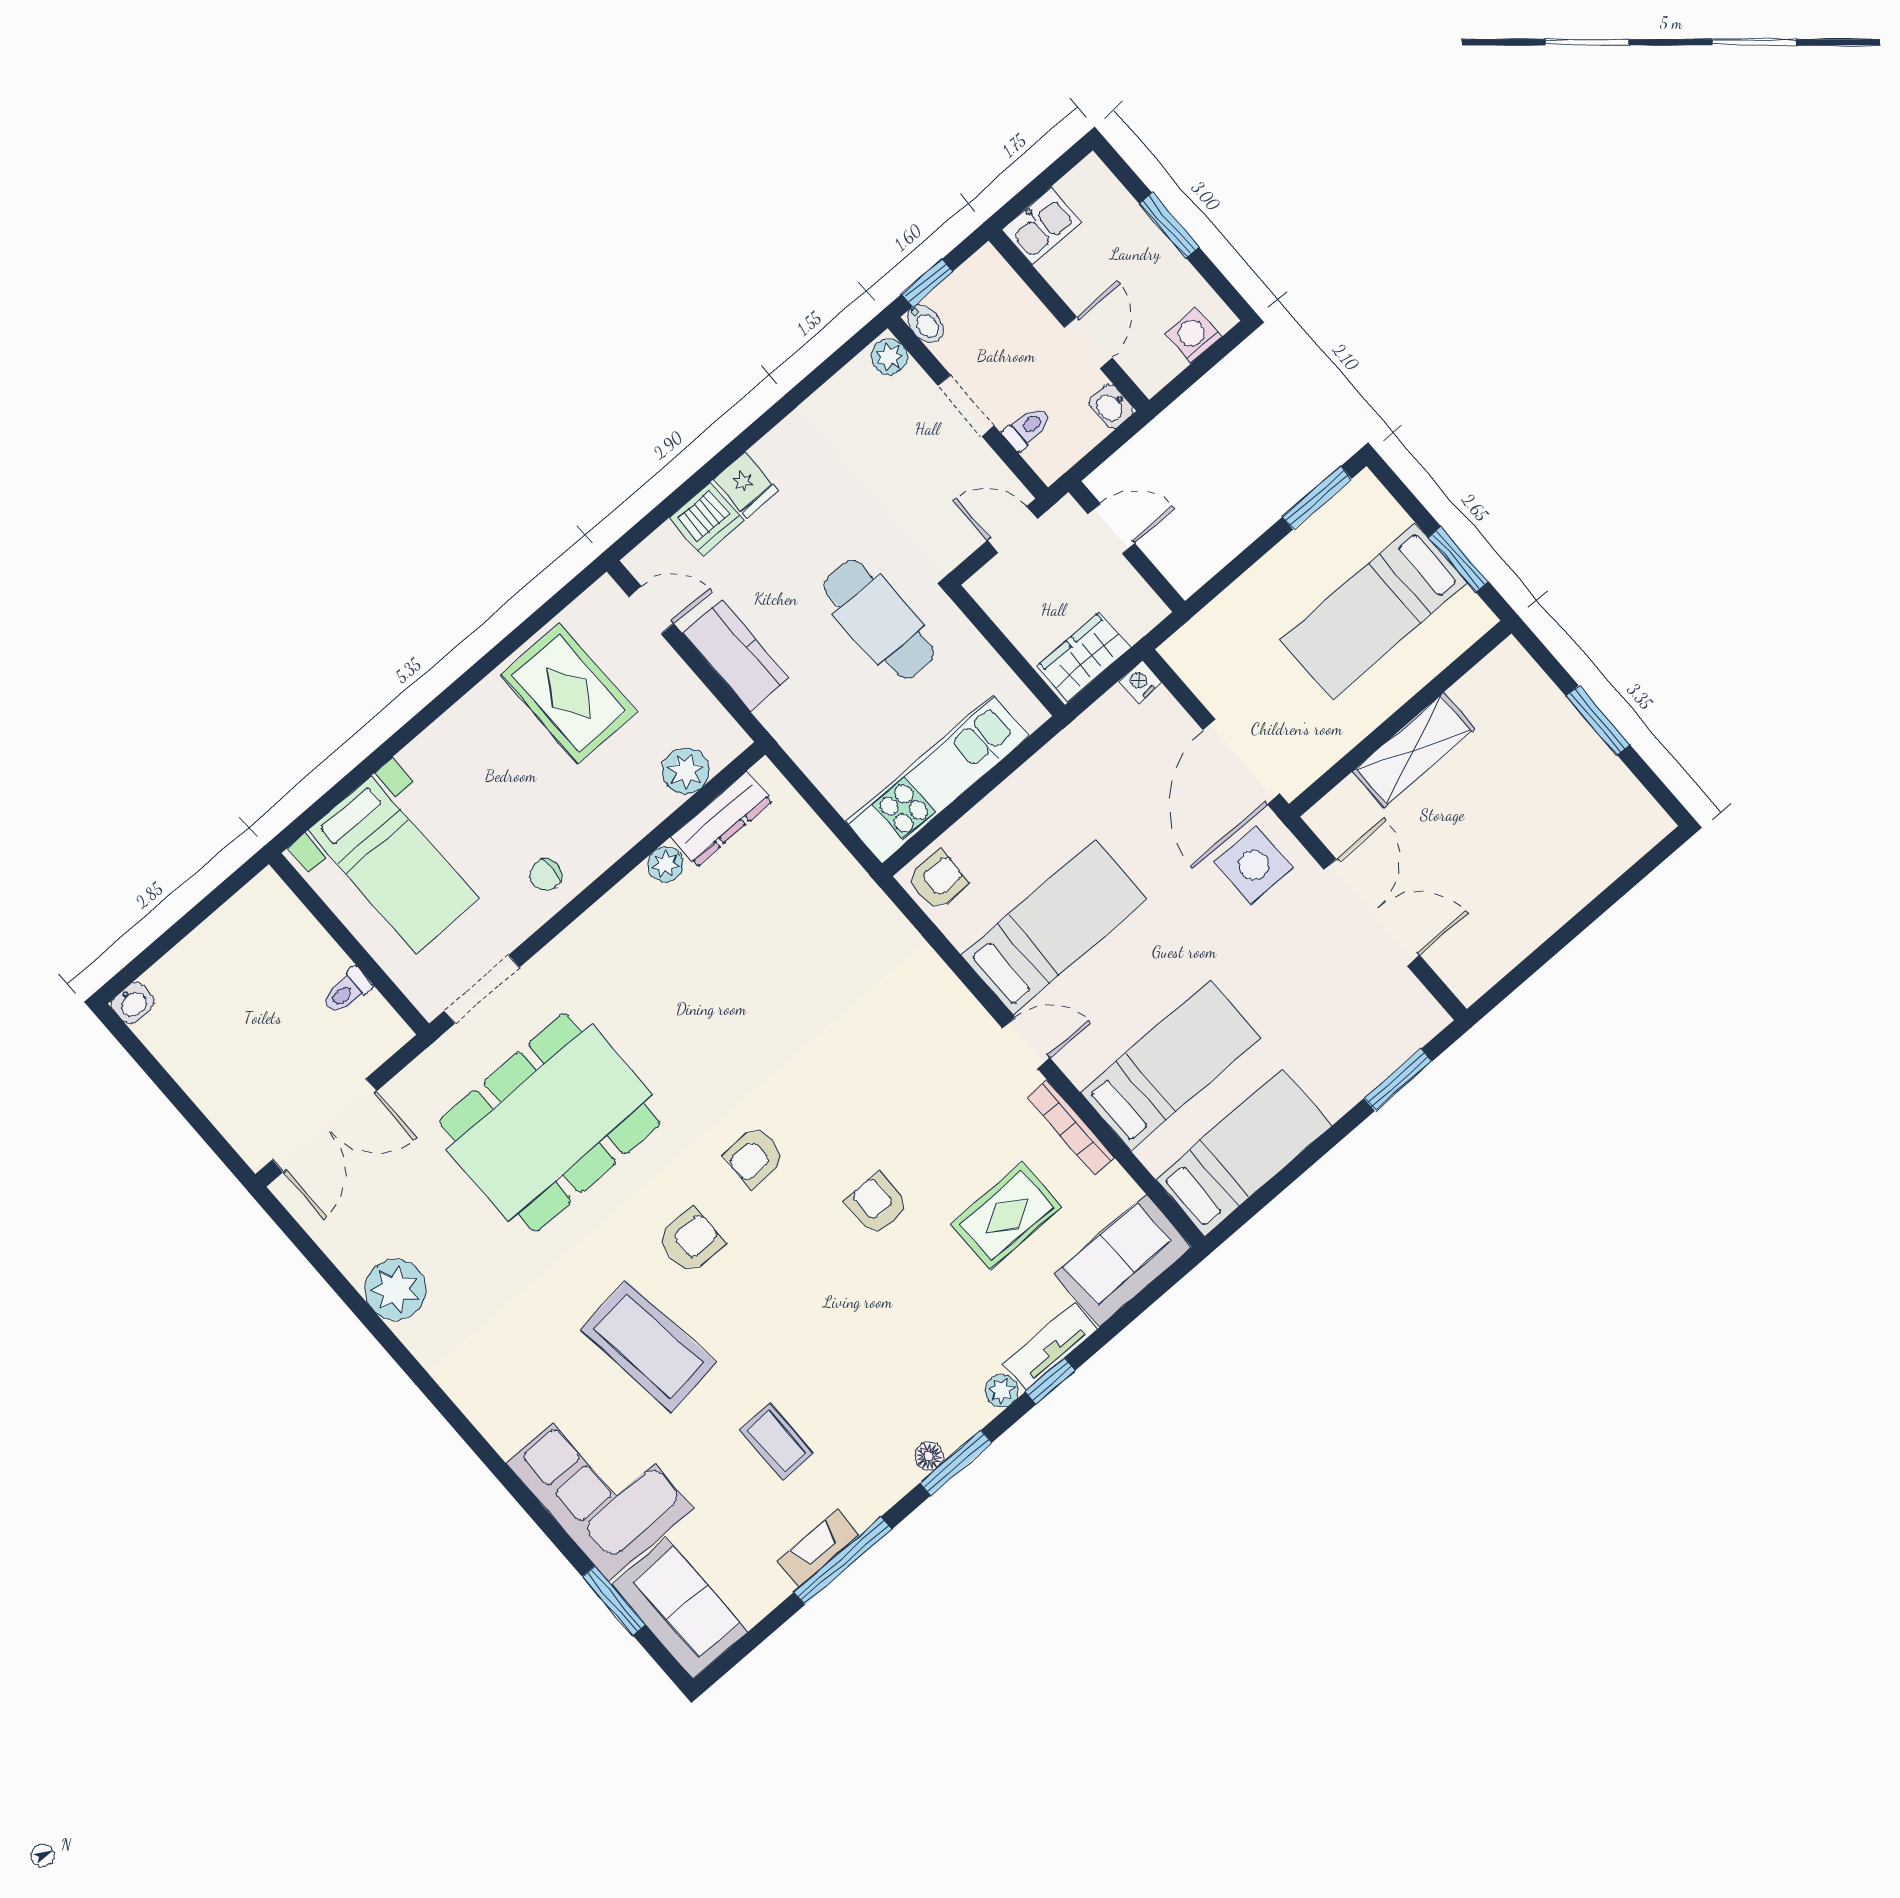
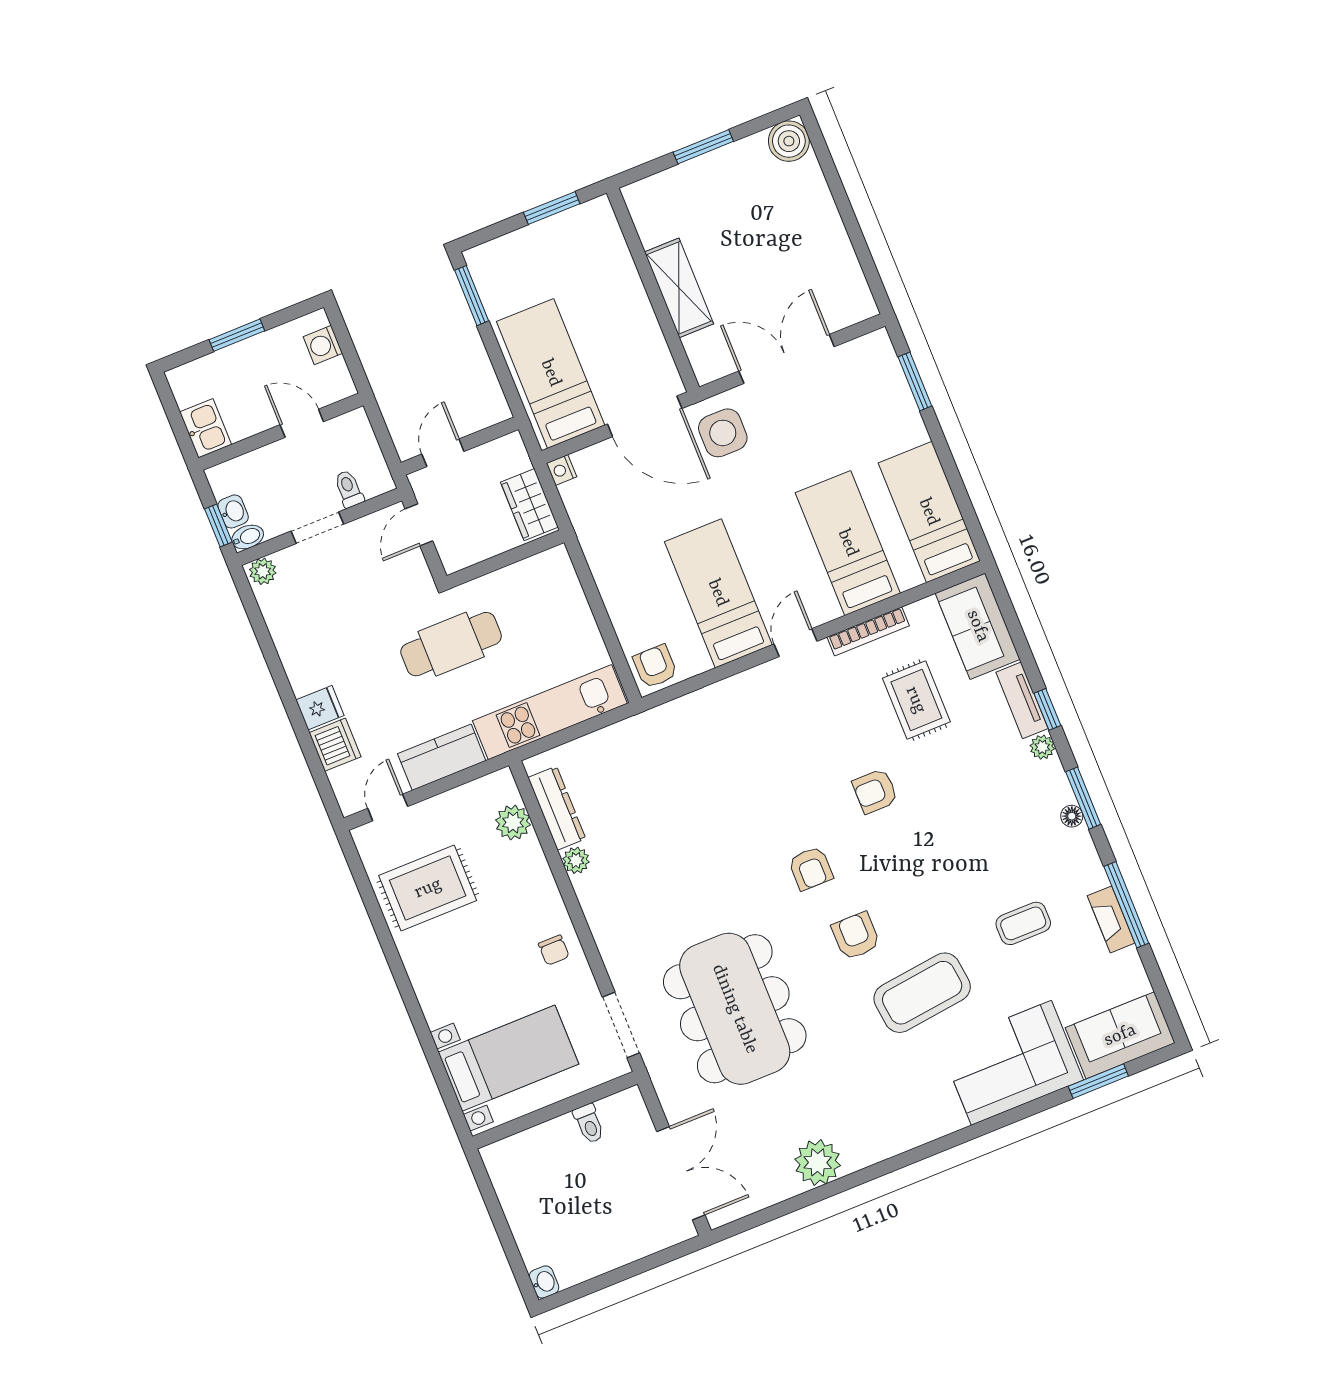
washbasin: (1111, 406) -> (233, 511), moved, turned -90
bed: (1374, 611) -> (551, 373), moved, turned 180
kitchen unit: (938, 779) -> (550, 712), moved, turned 90
boiler: (1641, 823) -> (789, 141), added

